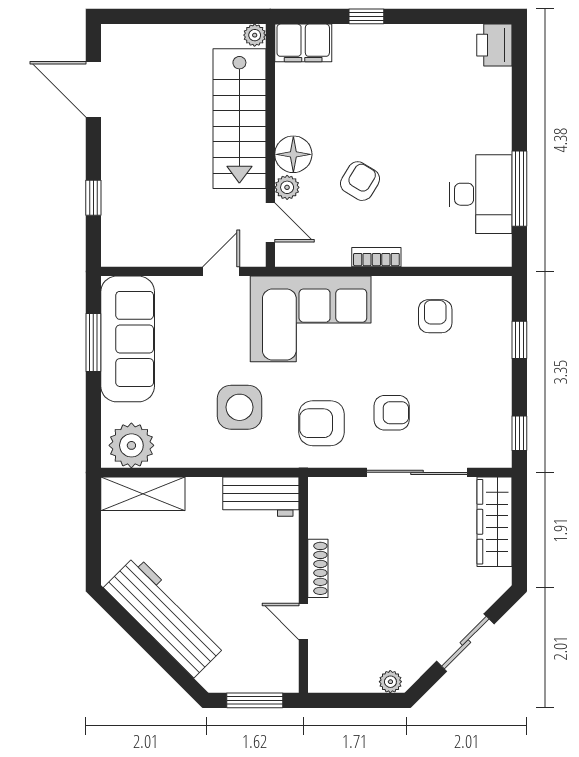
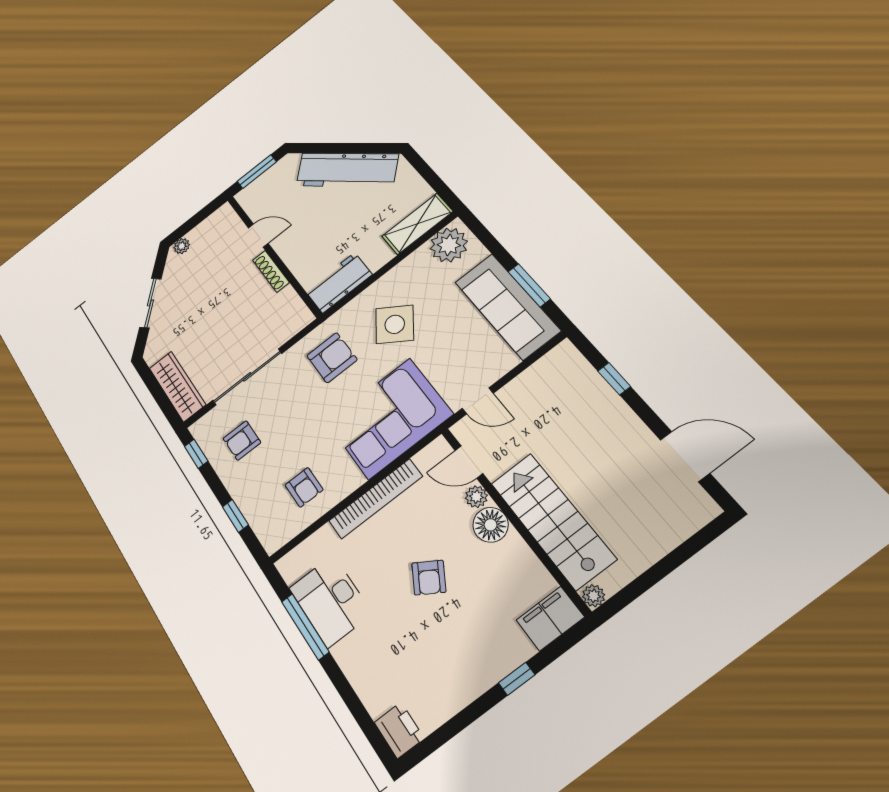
armchair: (360, 181) -> (429, 578), moved
bookcase: (376, 257) -> (376, 499), width x2.31, depth x1.31
door: (221, 271) -> (478, 401), hinge flipped
side table: (239, 407) -> (395, 324), turned 35
armchair: (392, 413) -> (242, 441), moved

